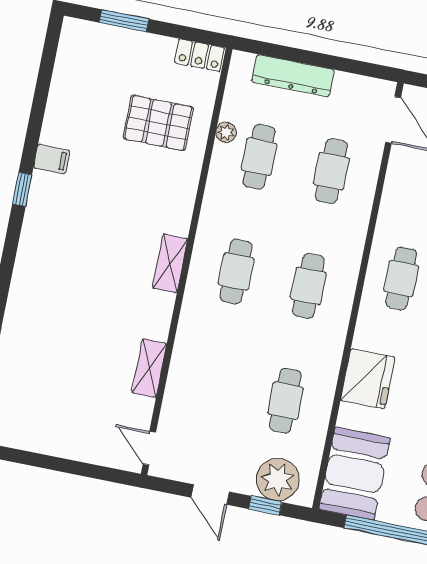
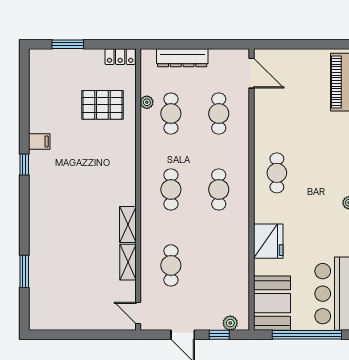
shelving: (170, 263) -> (128, 225), moved
cafe table: (286, 401) -> (171, 265), moved
plant: (278, 479) -> (230, 323), width x0.53, depth x0.53

